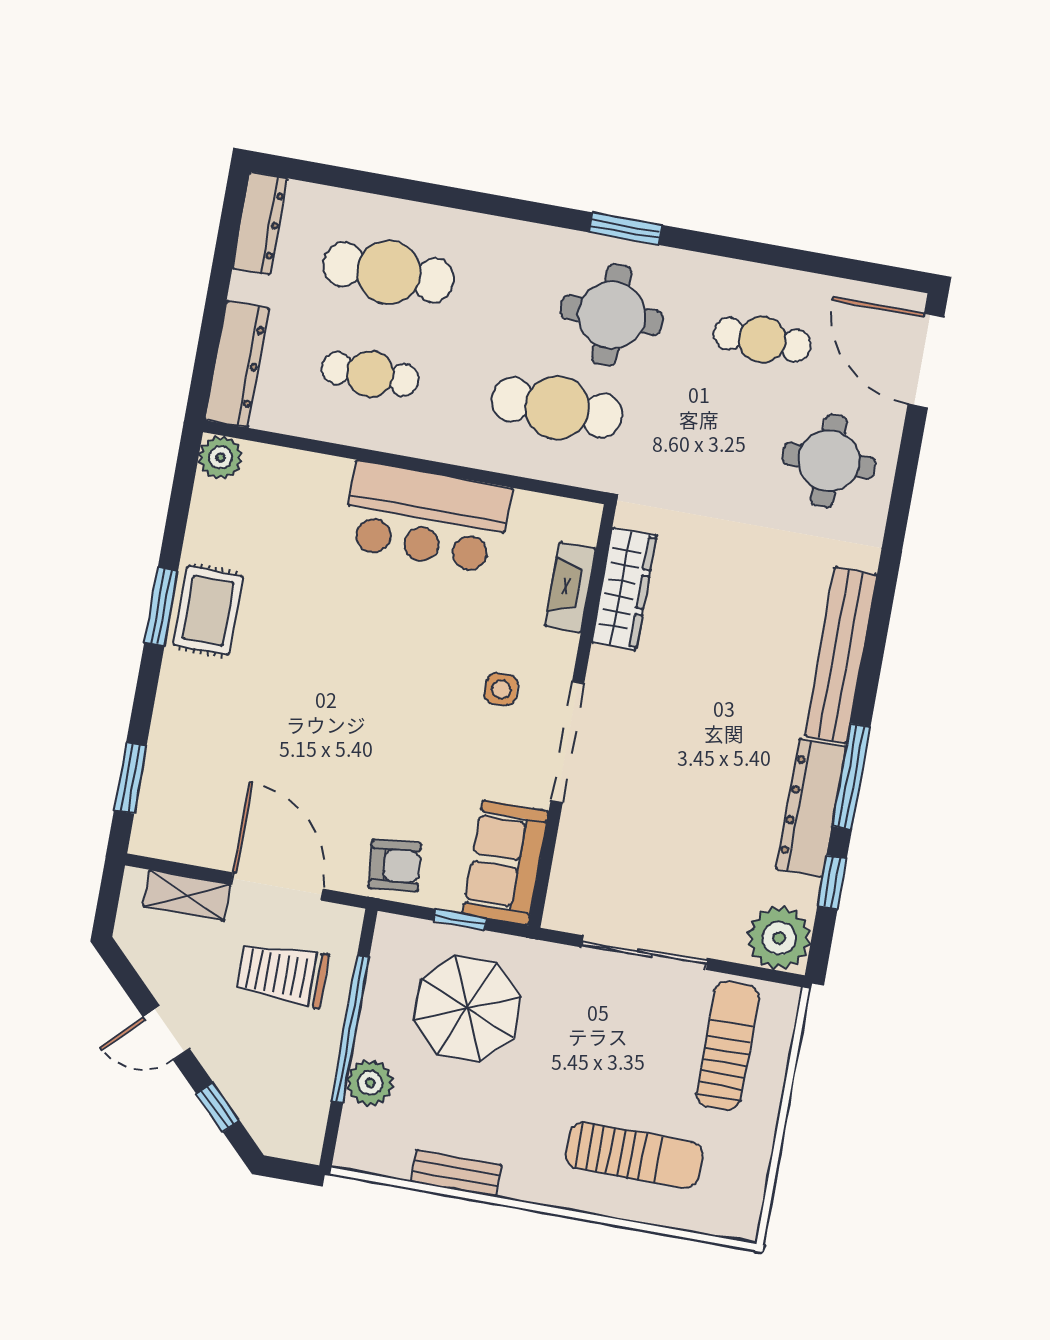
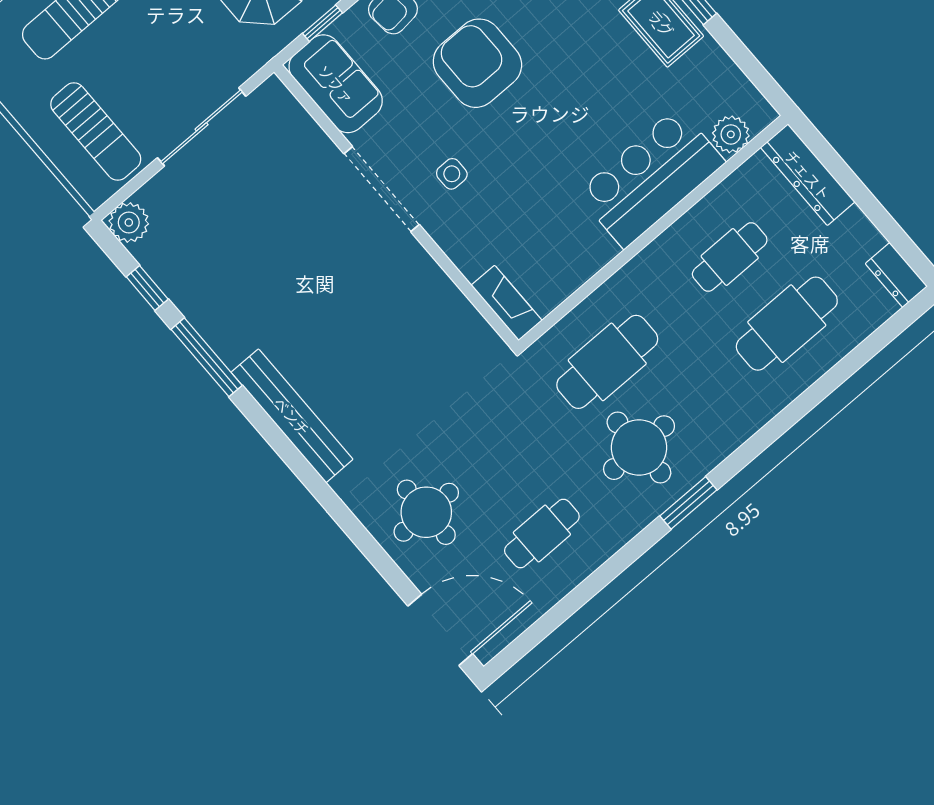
dresser: (260, 223) -> (896, 275), width x0.70
plant: (220, 457) -> (731, 134), moved
bar counter: (426, 517) -> (651, 178), moved
fireplace: (570, 587) -> (507, 303), moved
wardrobe: (624, 589) -> (452, 309), removed
armchair: (381, 748) -> (477, 63), added
dresser: (811, 808) -> (208, 314), removed
plant: (779, 938) -> (129, 222), width x0.73, depth x0.73

